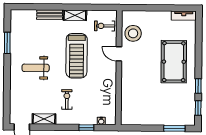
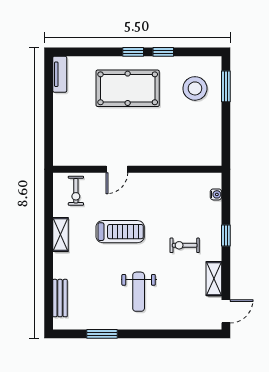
bench: (50, 15) -> (60, 298), moved
stool: (133, 33) -> (195, 88), moved
treadmill: (77, 56) -> (120, 232), width x0.73, depth x0.73
window: (198, 108) -> (133, 52), moved
window: (86, 128) -> (226, 235), moved

